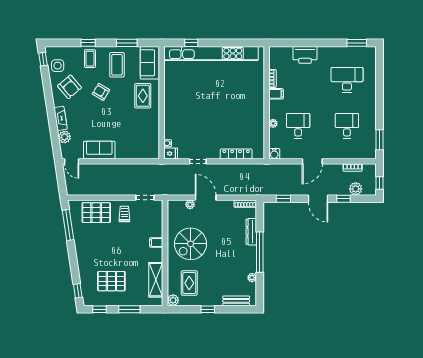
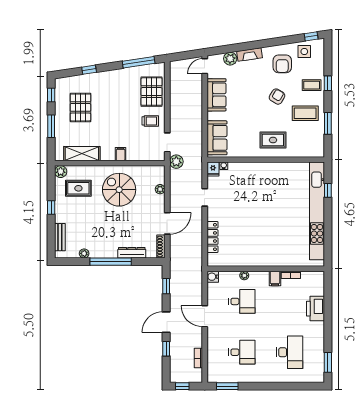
sofa: (150, 63) -> (217, 138), moved, turned 90
armchair: (69, 87) -> (282, 64), turned -50
plant: (356, 189) -> (176, 162), moved
door: (206, 198) -> (167, 223), moved
window: (78, 291) -> (89, 70), moved

